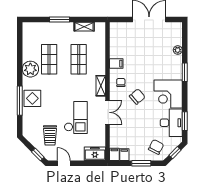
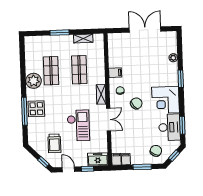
window: (84, 163) -> (87, 169), added

